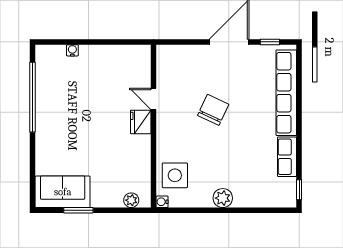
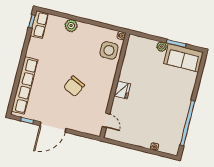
door: (154, 99) -> (106, 120), moved
row of seats: (287, 157) -> (39, 25), moved
plant: (223, 198) -> (71, 26), moved
plant: (131, 200) -> (162, 47), moved

